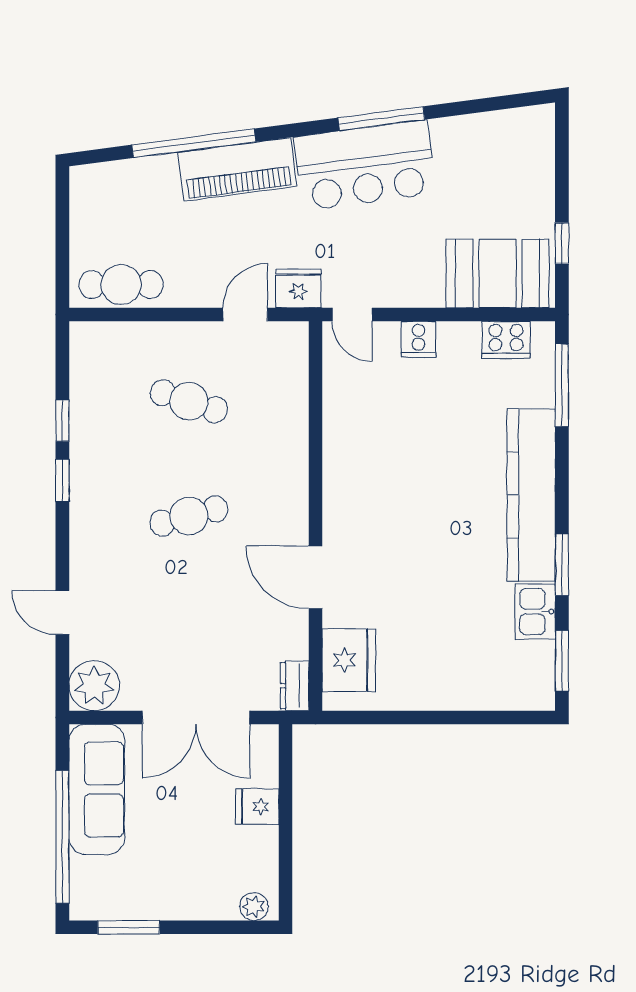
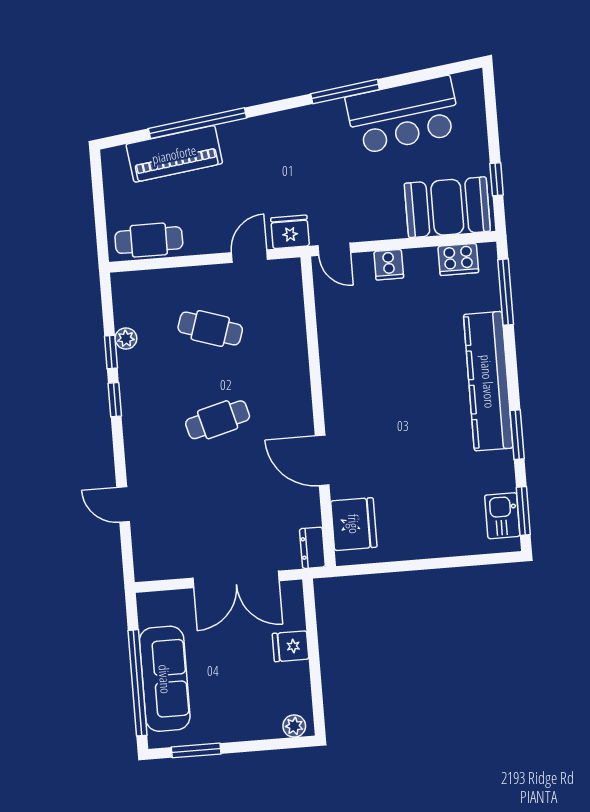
bar counter: (365, 165) -> (403, 115), moved
piano: (237, 169) -> (174, 154), moved
kitchen sink: (535, 611) -> (502, 516), moved
plant: (94, 686) -> (126, 338), moved, width x0.53, depth x0.53
sofa: (97, 789) -> (165, 679), moved

